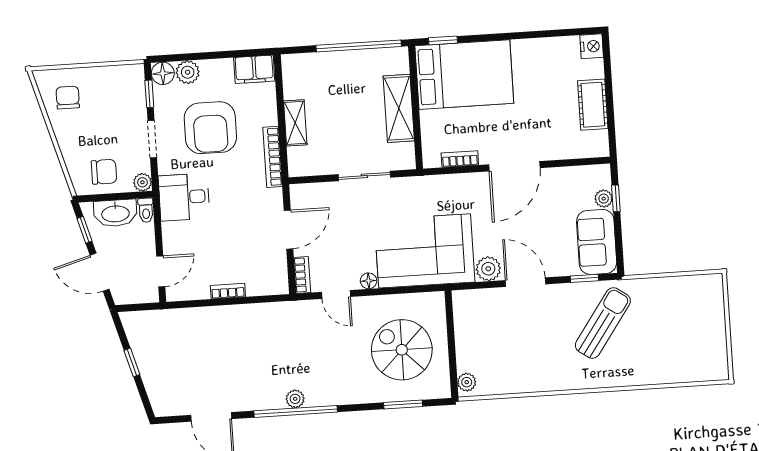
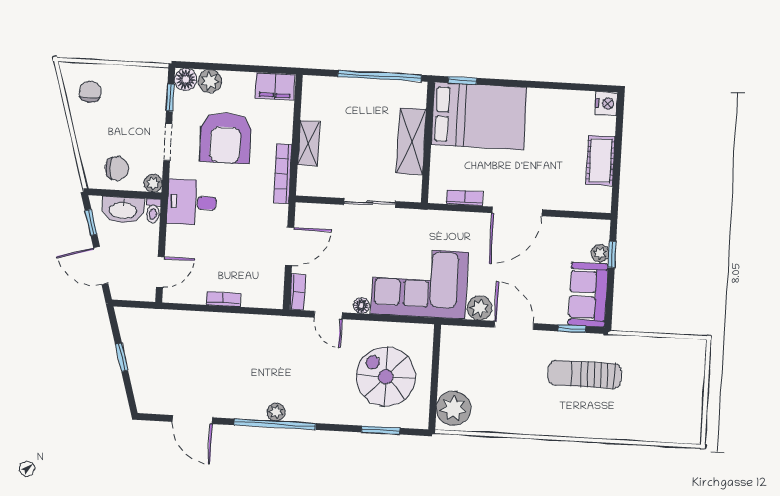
sun lounger: (603, 323) -> (585, 374), turned -125
plant: (467, 382) -> (454, 408), width x1.87, depth x1.87

